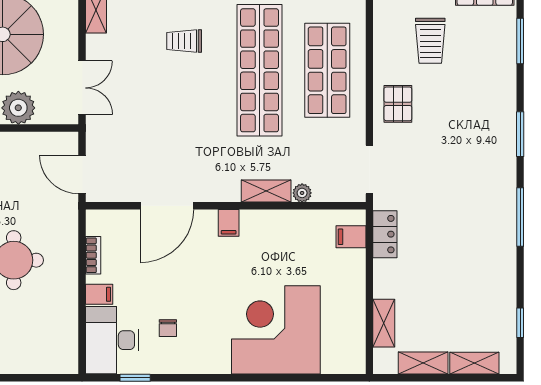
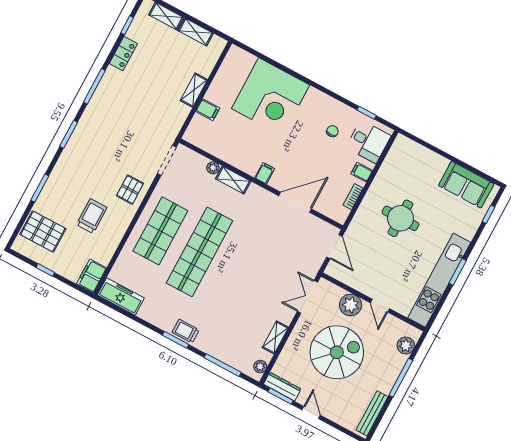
trolley: (184, 41) -> (234, 292), removed
locker: (385, 234) -> (123, 54), moved, turned 180
filing cabinet: (351, 237) -> (208, 110), moved
shelving: (384, 323) -> (194, 90), moved
desk: (112, 340) -> (368, 142), width x0.73

